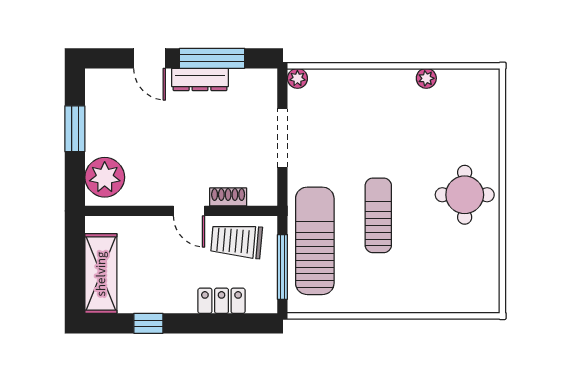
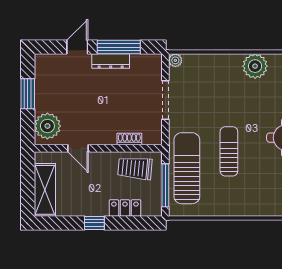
door: (150, 58) -> (77, 47), swing flipped
plant: (426, 78) -> (255, 66), width x1.87, depth x1.87
door: (189, 211) -> (78, 148), moved
window: (148, 323) -> (94, 223), moved

